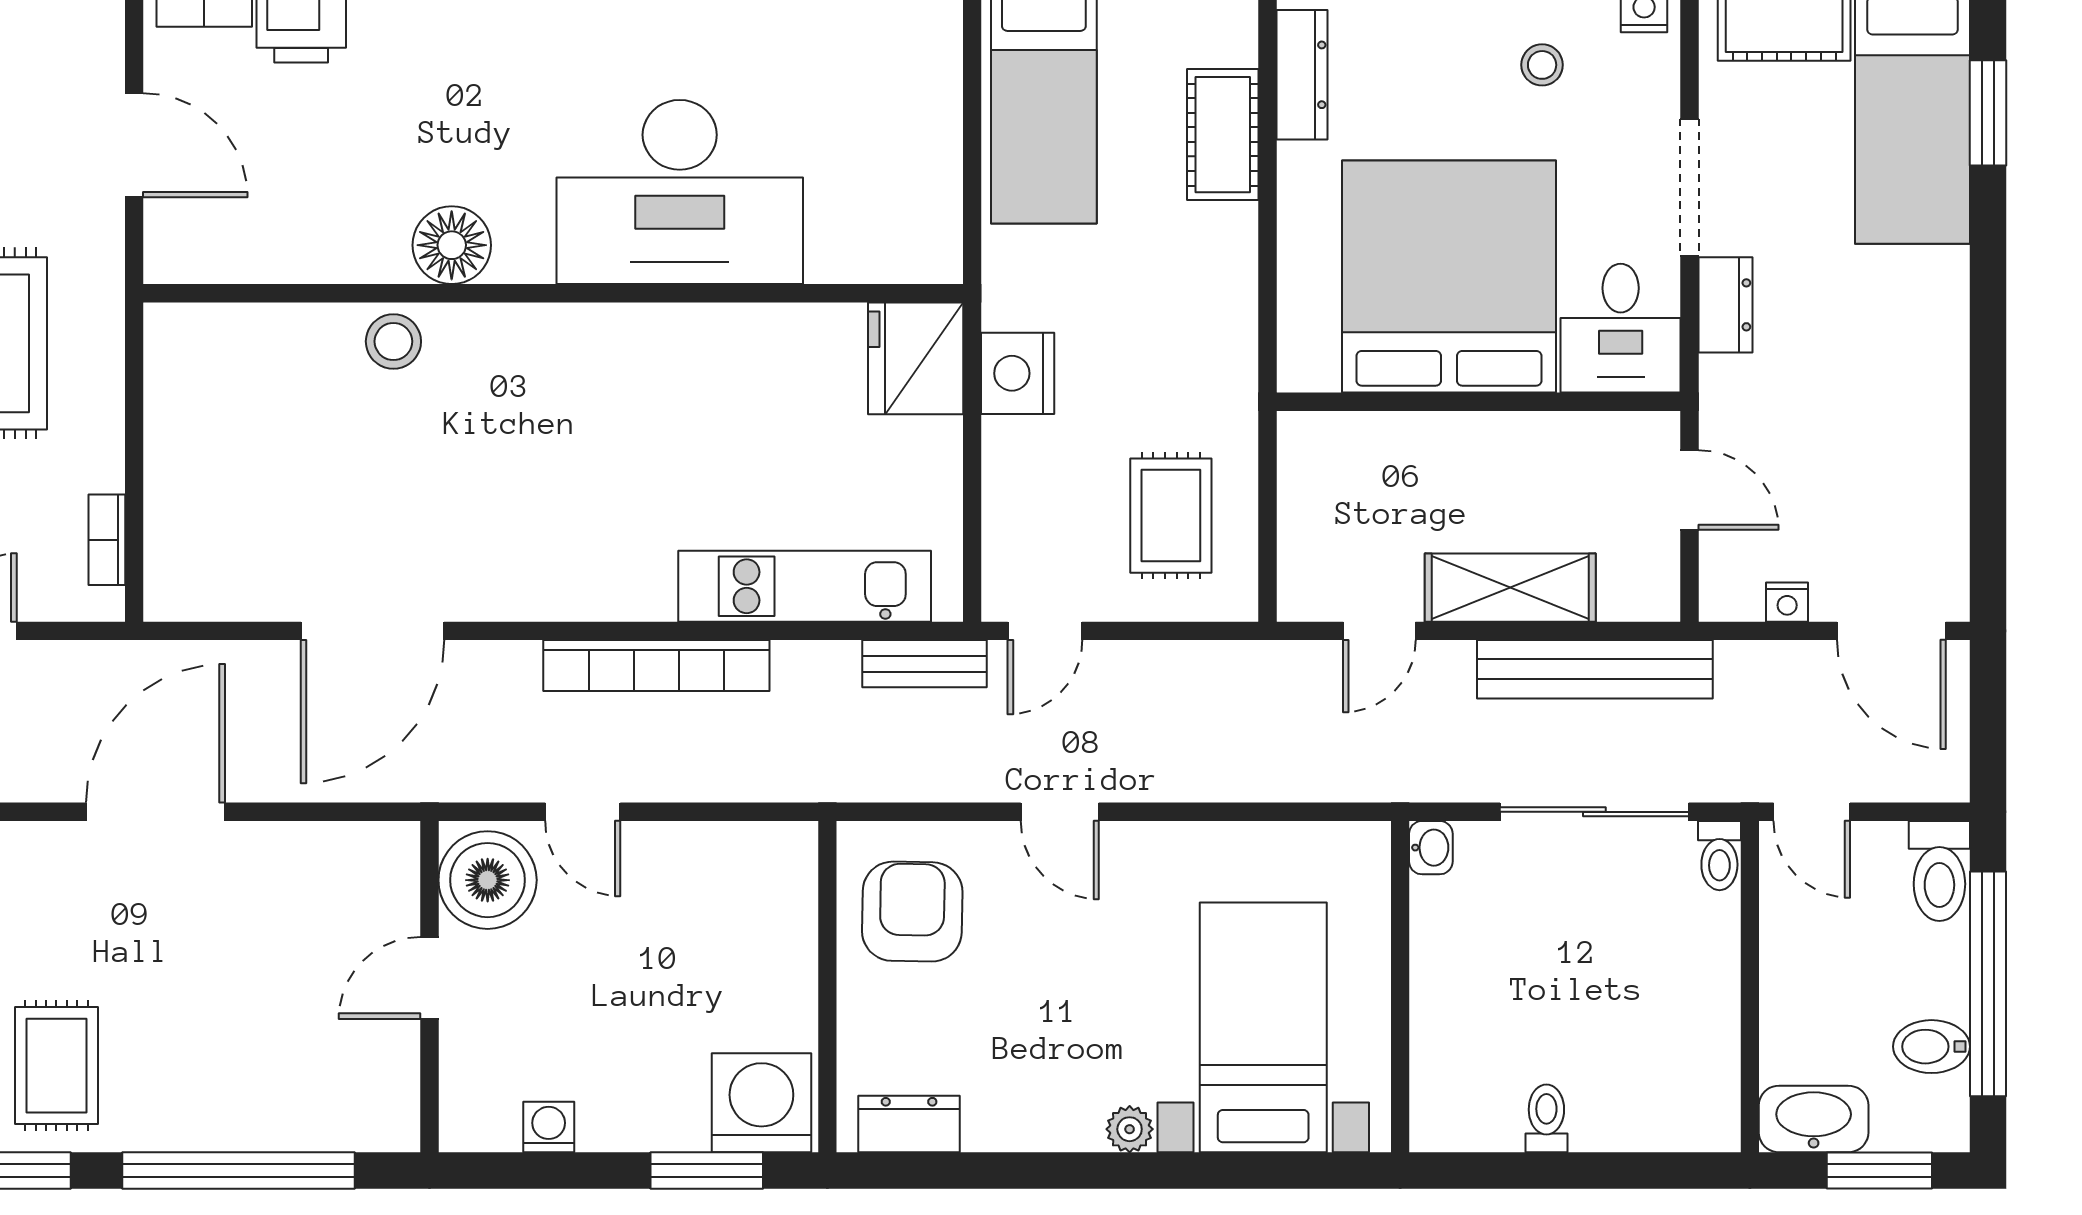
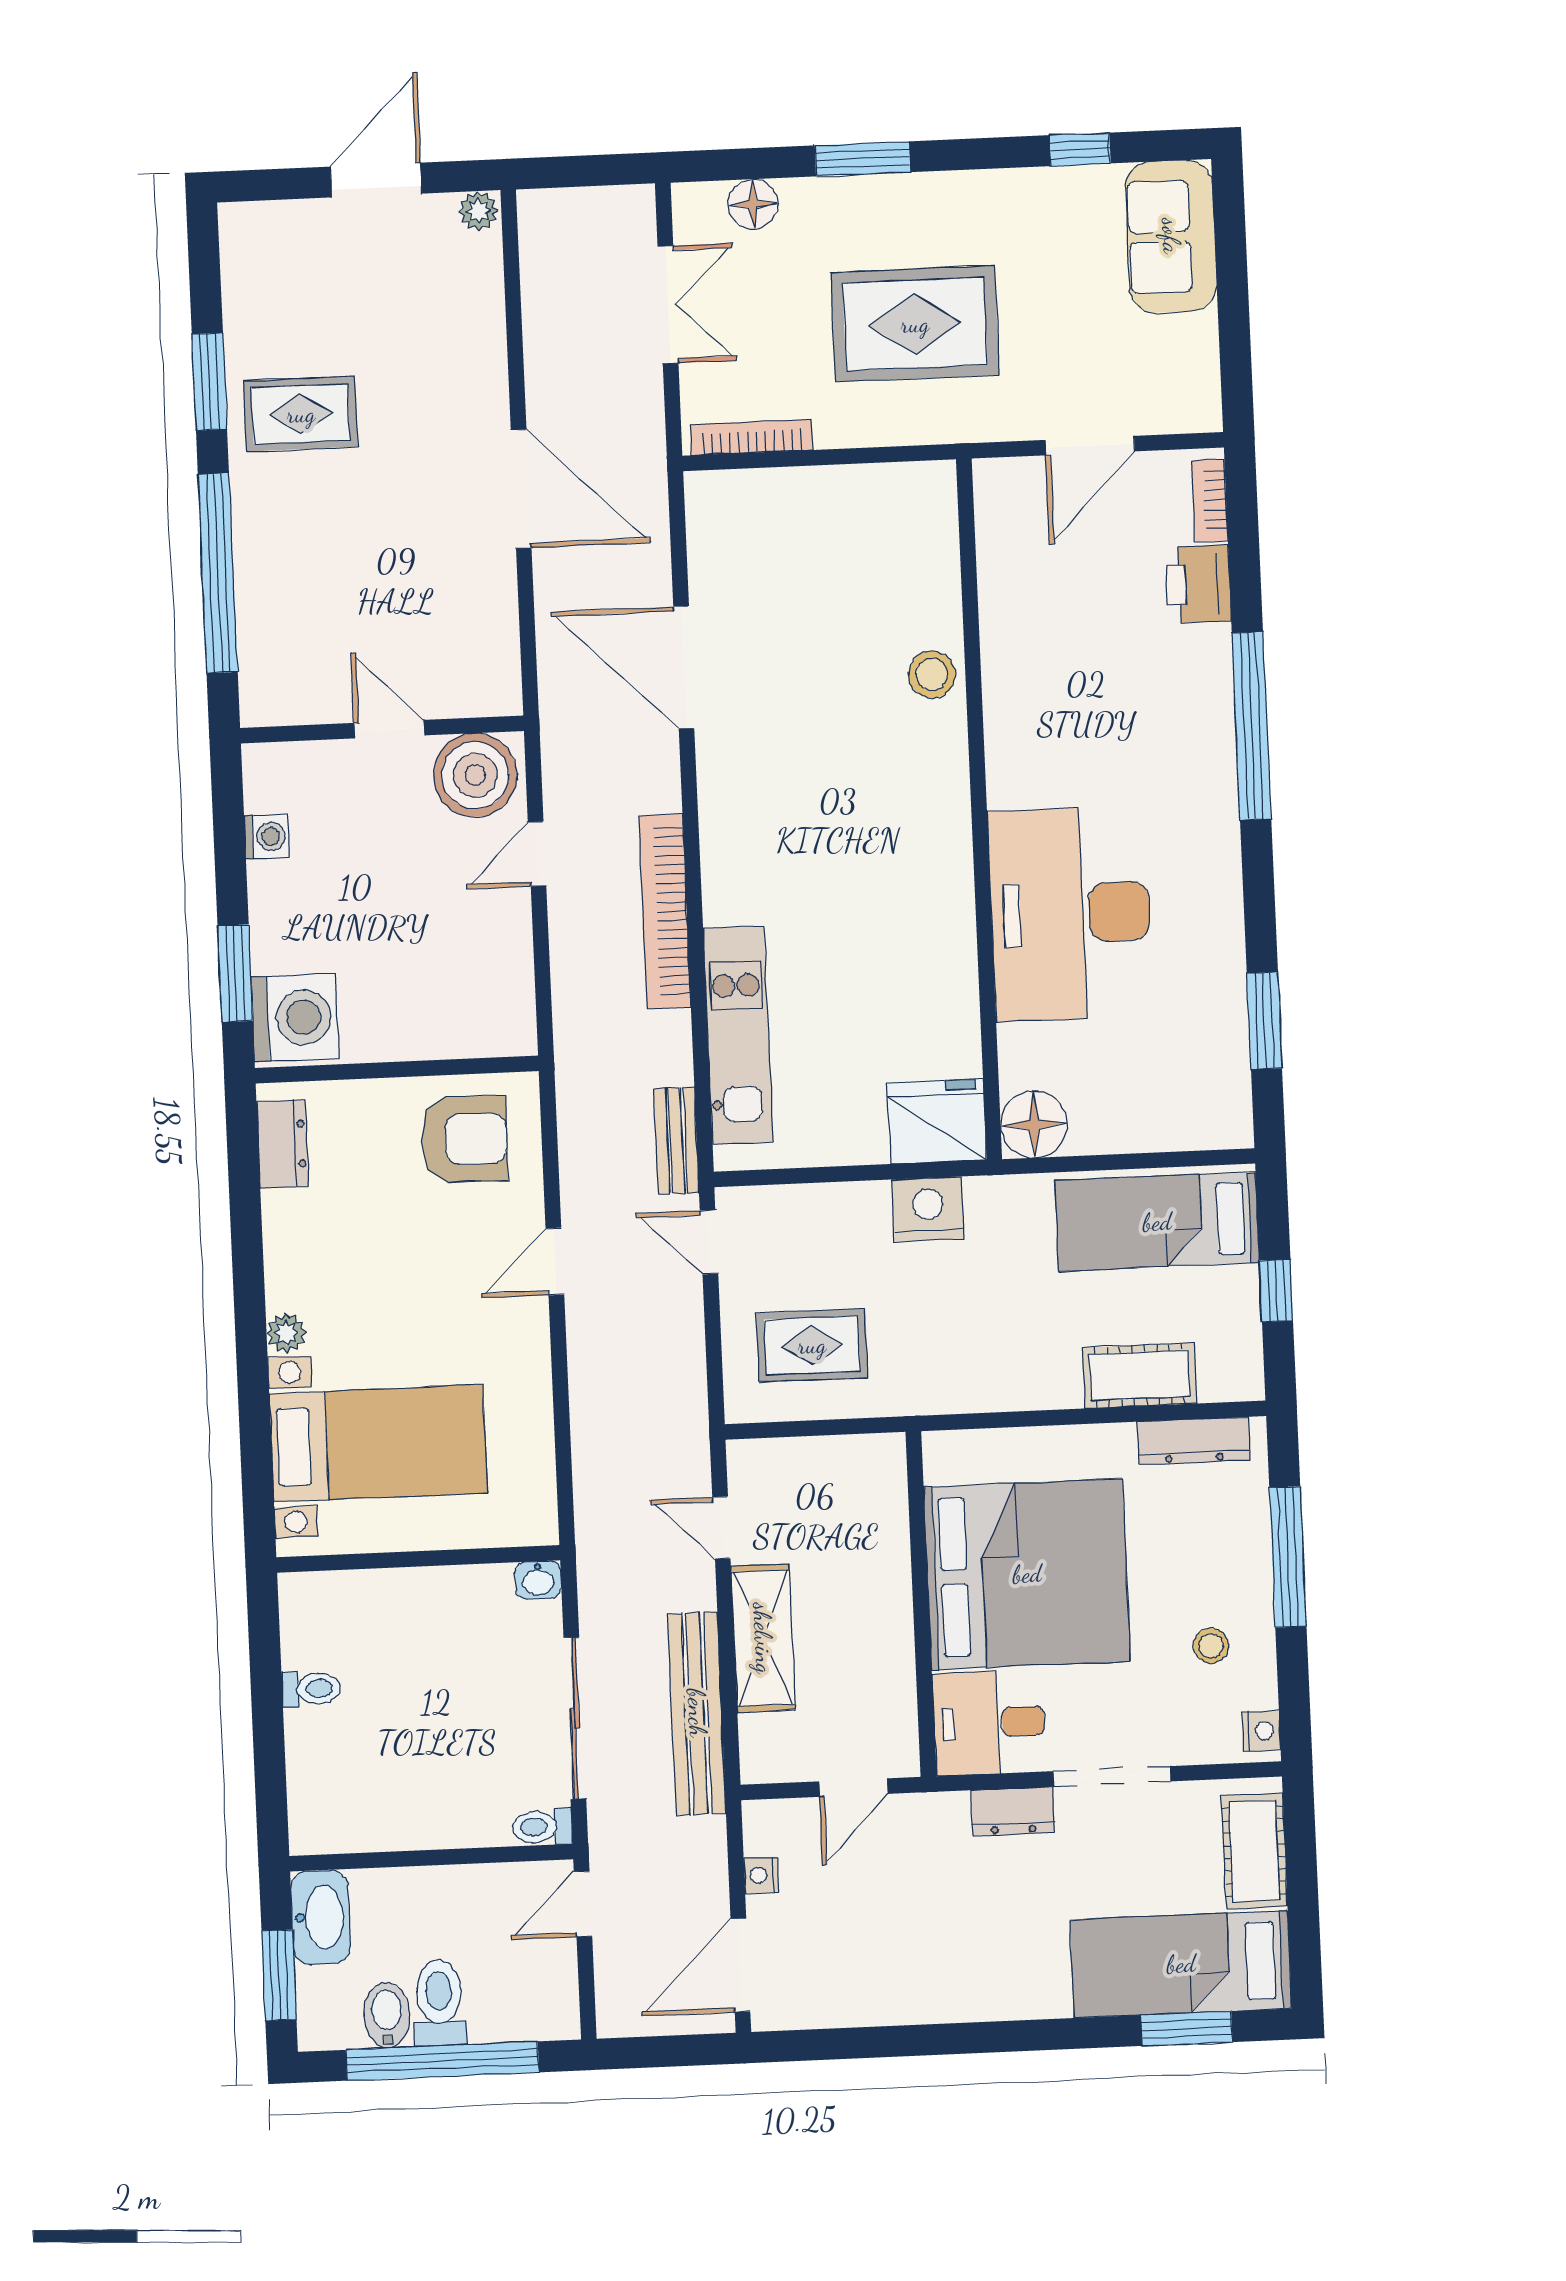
floor lamp: (452, 245) -> (1034, 1124), moved
bookcase: (107, 540) -> (752, 437), width x1.56
toilet: (1939, 871) -> (439, 2003), moved, turned 90

